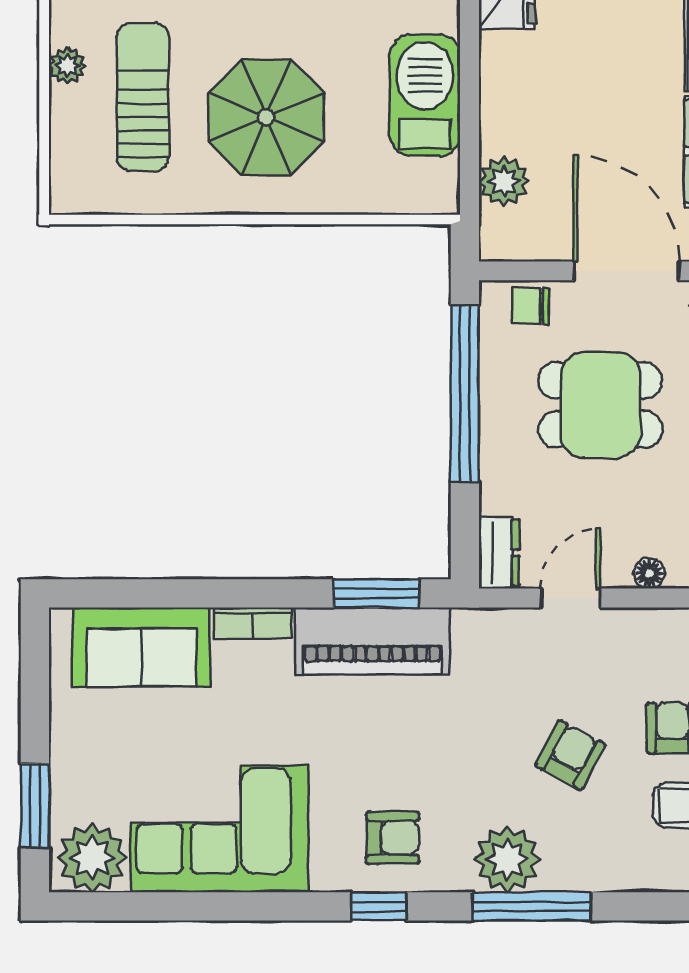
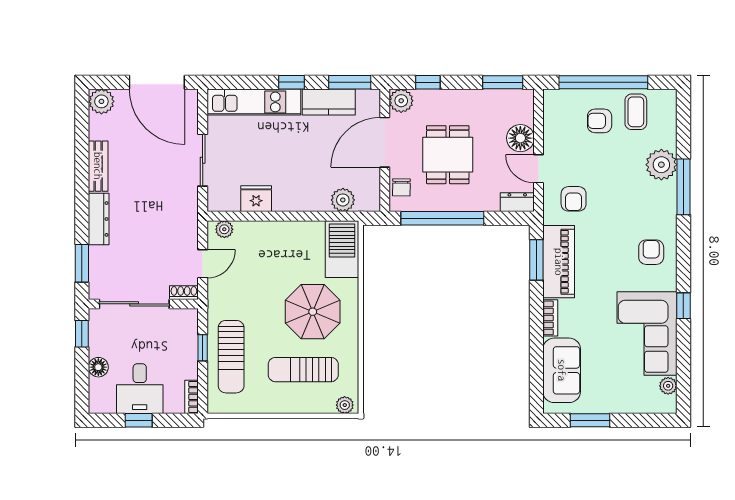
plant: (67, 66) -> (345, 405), moved
barbecue: (425, 95) -> (342, 249), moved, turned 90
floor lamp: (649, 573) -> (520, 138), width x1.89, depth x1.89
armchair: (570, 755) -> (574, 199), moved, turned -118
window: (35, 806) -> (590, 420), moved
plant: (92, 858) -> (668, 386), width x0.53, depth x0.53
plant: (507, 859) -> (661, 165), moved
window: (379, 906) -> (683, 306), moved

